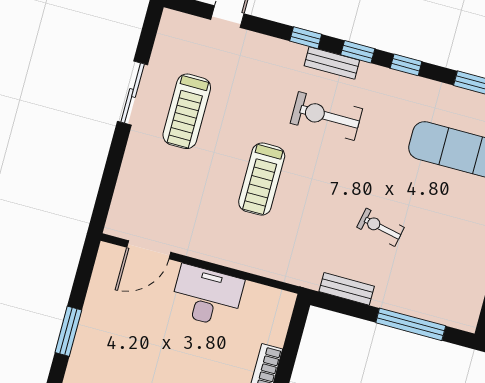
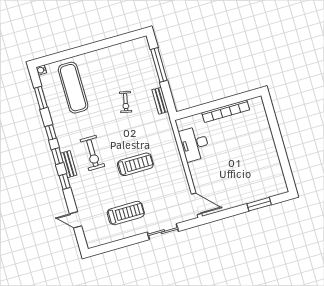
sliding door: (133, 93) -> (163, 232), moved
door: (149, 250) -> (197, 204), moved
desk: (207, 296) -> (195, 144), moved
window: (68, 331) -> (259, 204), moved

